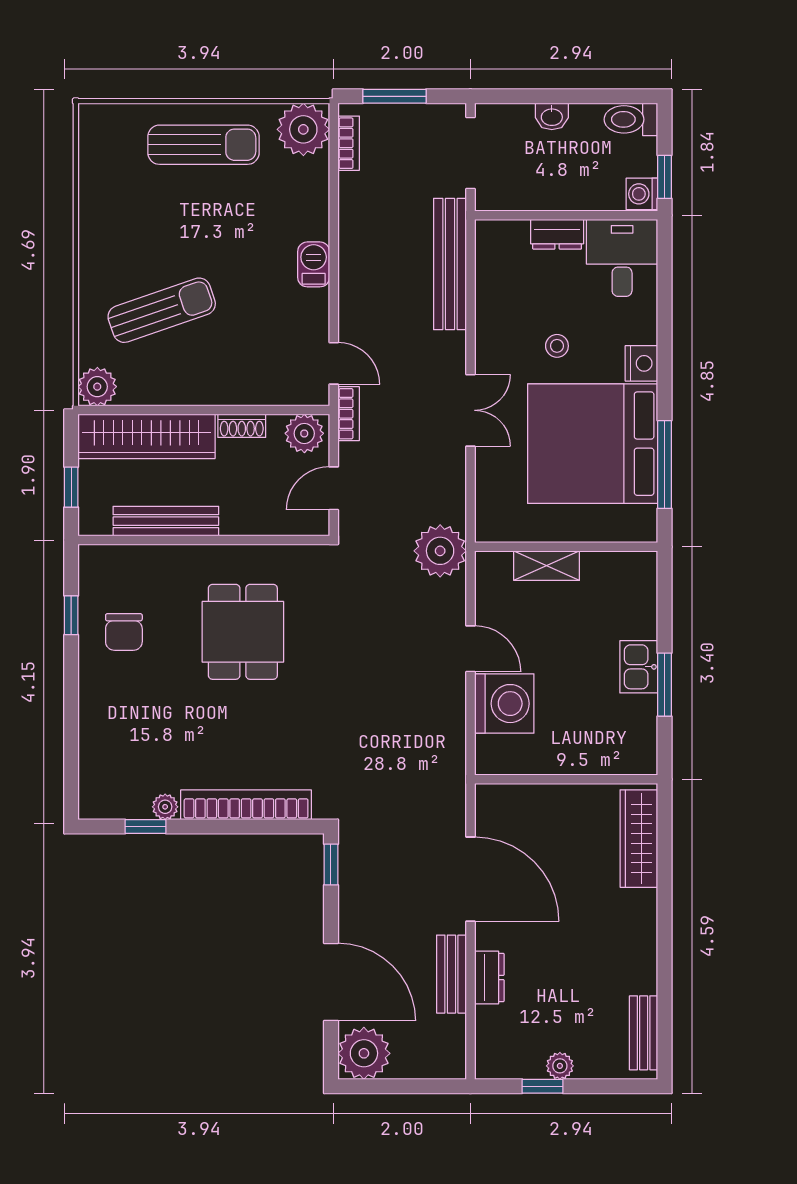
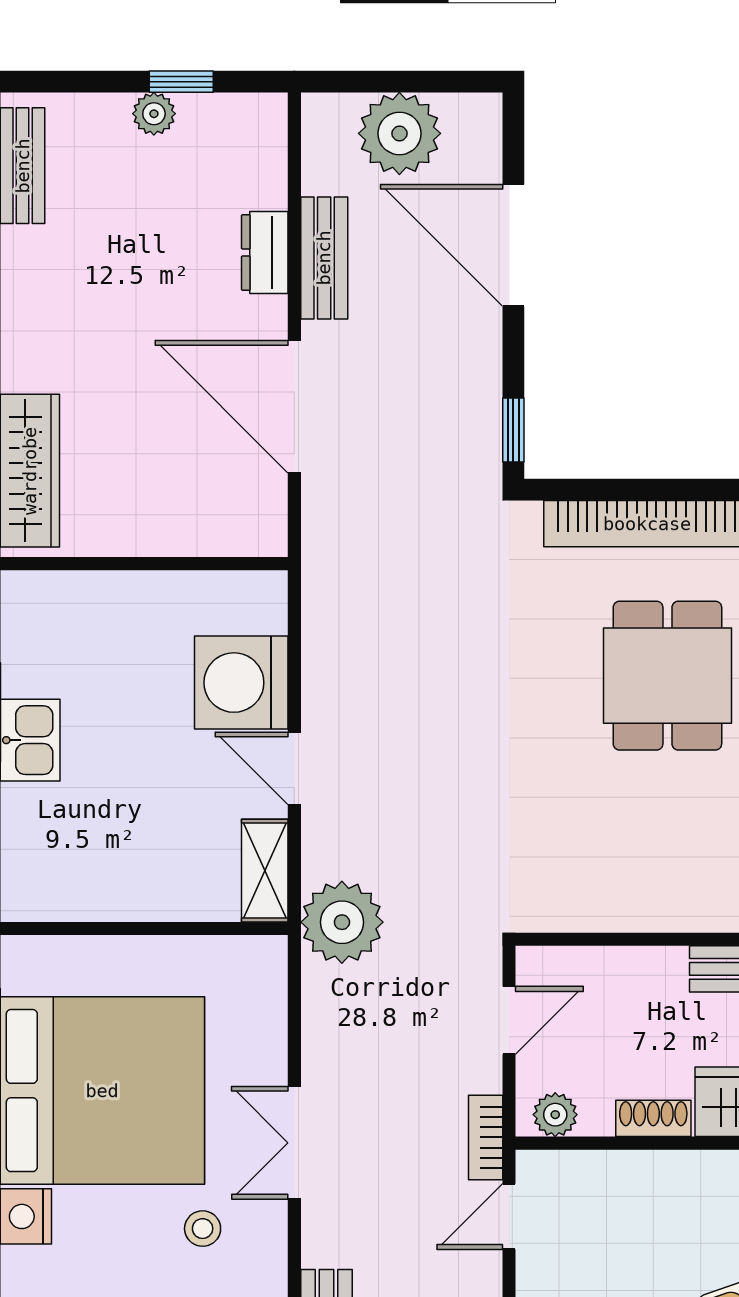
stool: (557, 346) -> (203, 1229), moved
door: (334, 363) -> (509, 1216), hinge flipped
plant: (304, 433) -> (555, 1115), width x0.73, depth x0.73
shelving: (547, 566) -> (265, 871), moved, turned 90
dining table: (243, 632) -> (667, 676), moved
plant: (364, 1053) -> (399, 133), moved

